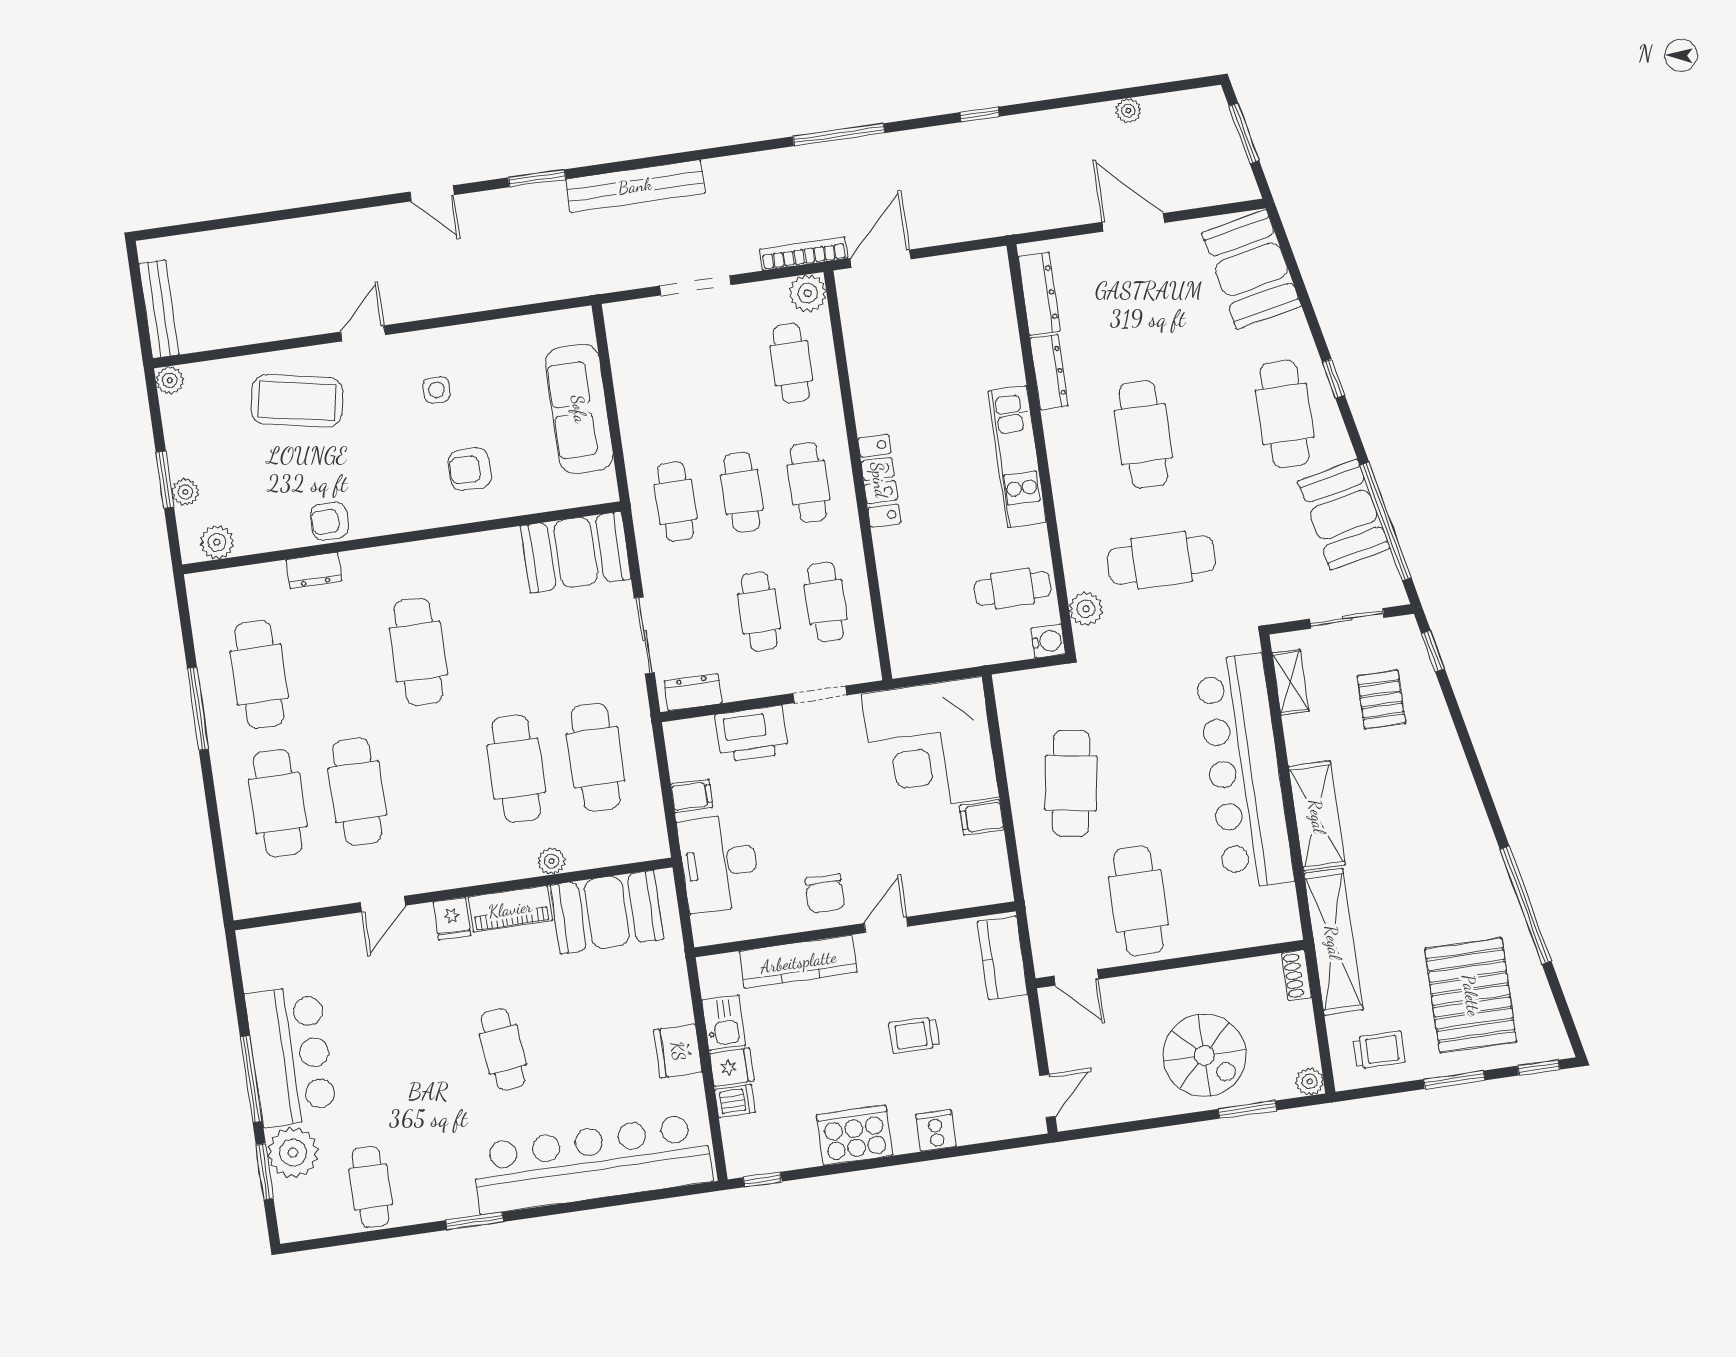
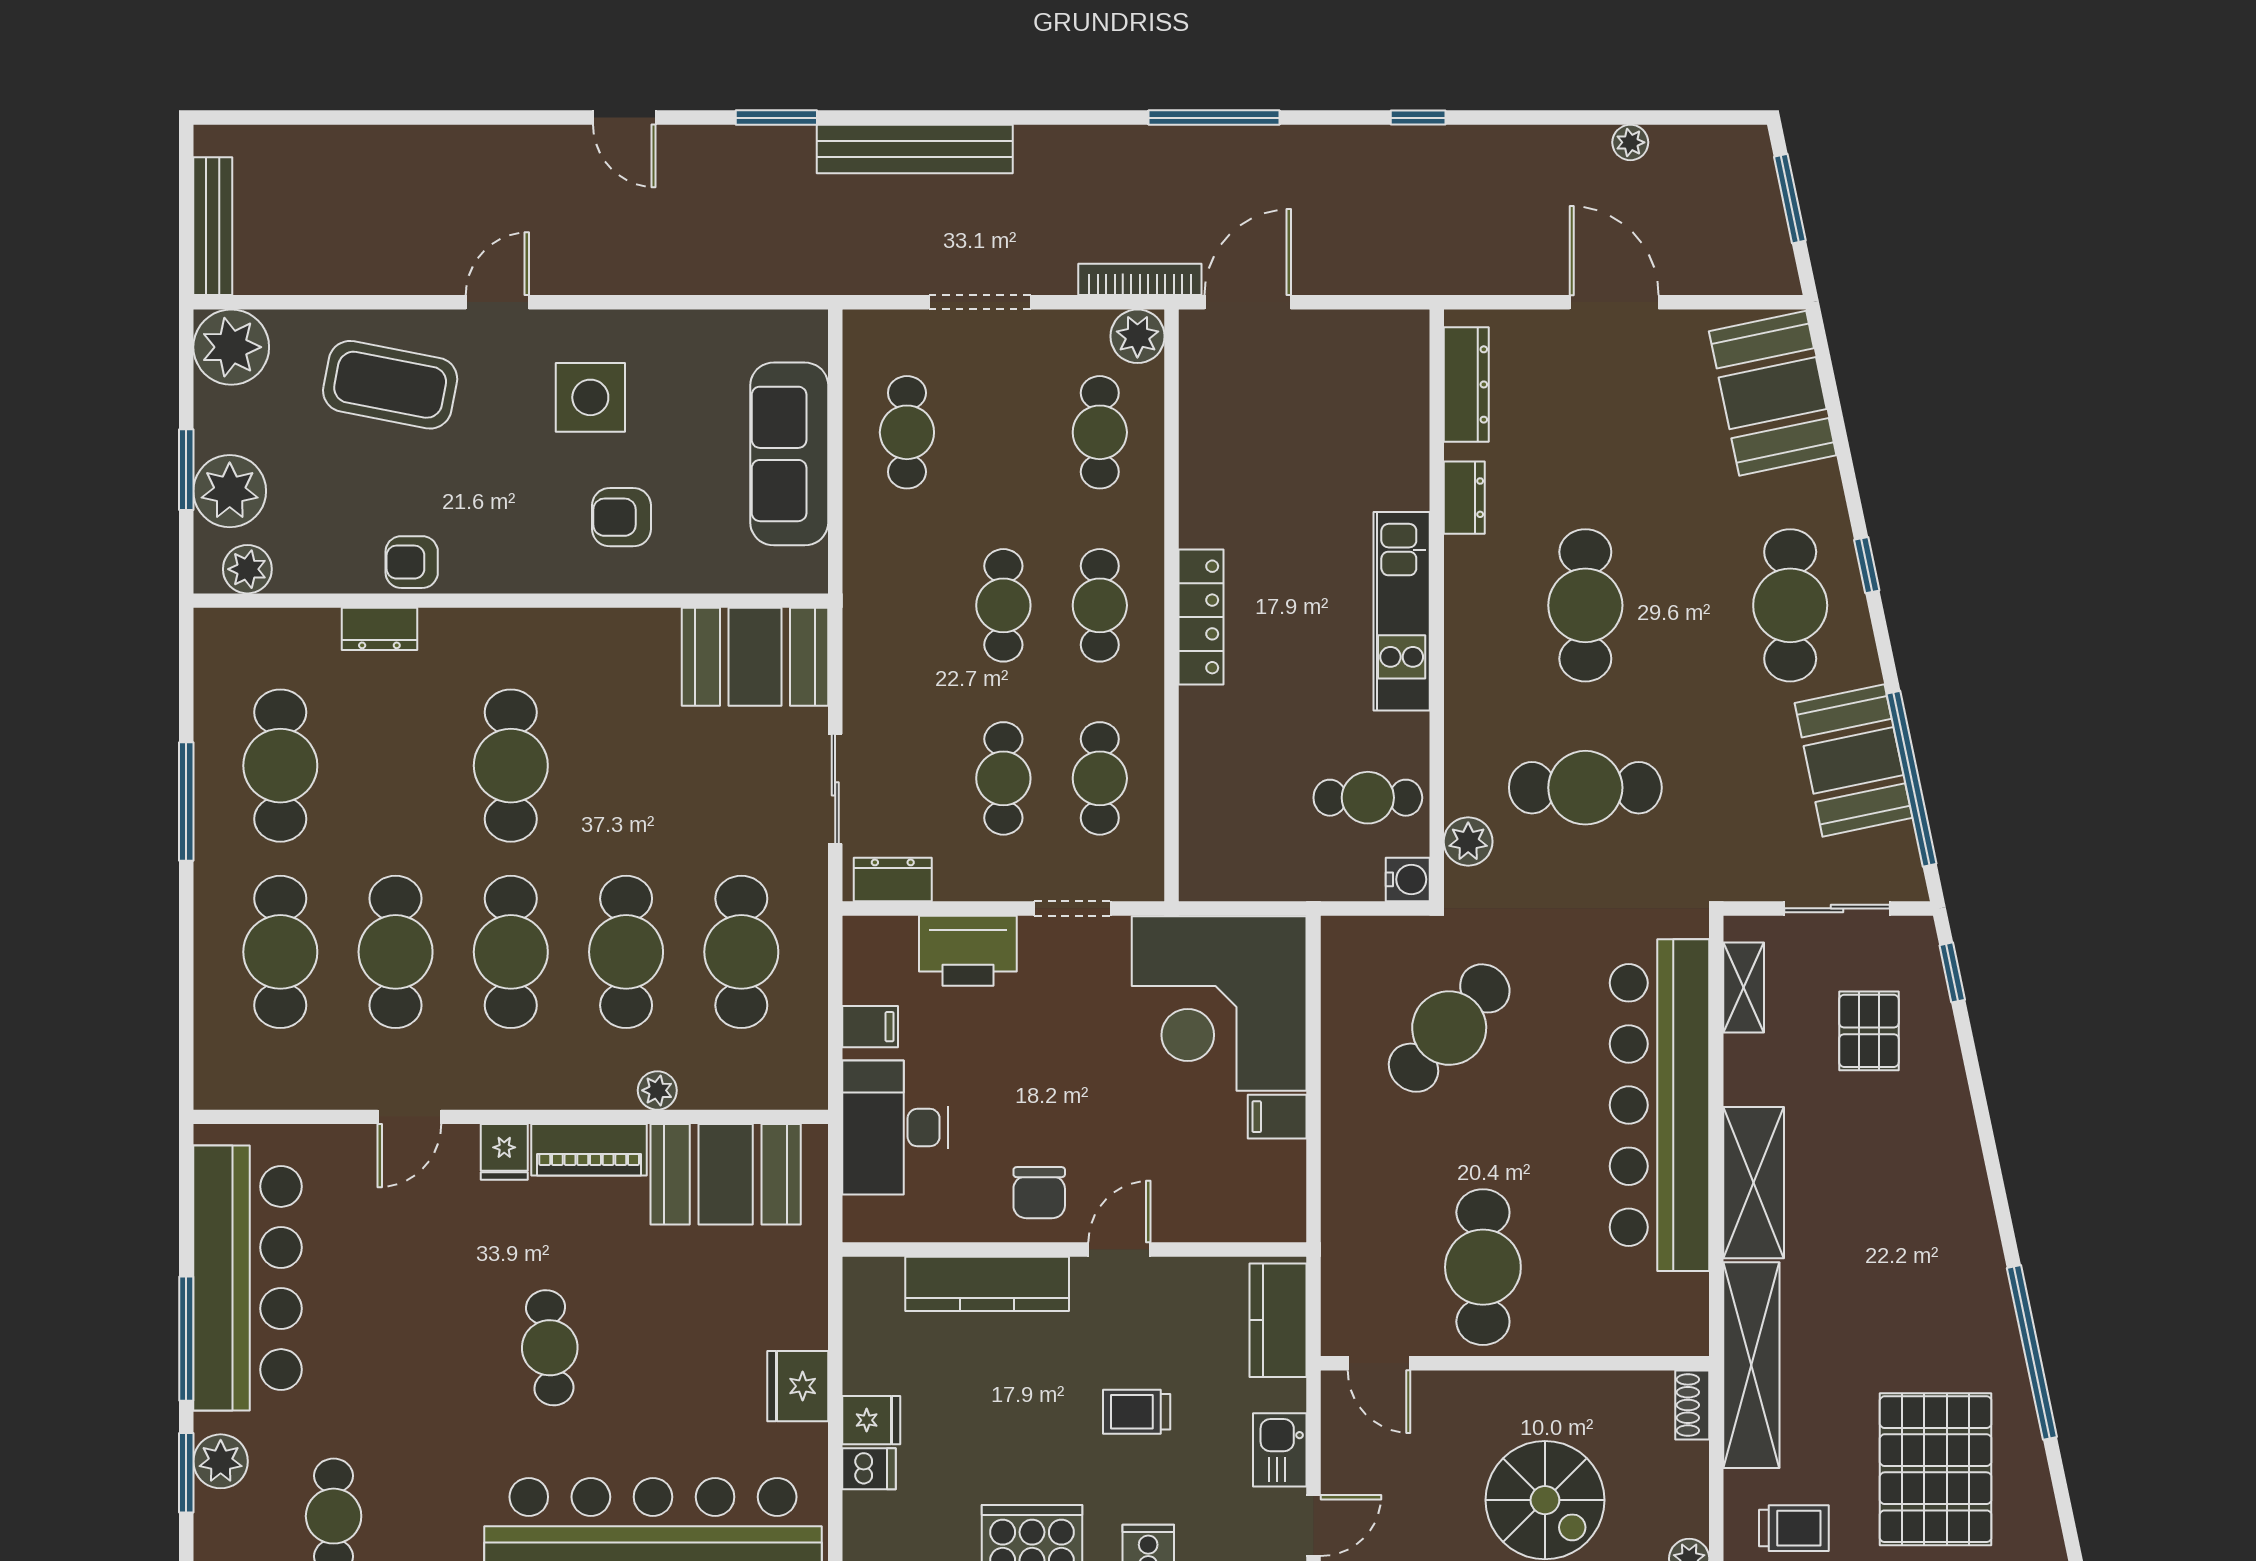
dresser: (1049, 372) -> (1464, 498), width x0.70
plant: (170, 380) -> (231, 347), width x1.87, depth x1.87
side table: (436, 390) -> (590, 397), width x1.87, depth x1.87
plant: (185, 492) -> (230, 491), width x1.88, depth x1.88
cafe table: (675, 502) -> (907, 432), moved
cafe table: (437, 780) -> (511, 952), added
cafe table: (1071, 783) -> (1449, 1028), moved, turned 33
kitchen sink: (724, 1023) -> (1280, 1450), moved, turned 180
bar counter: (291, 1056) -> (248, 1278), width x1.36
plant: (293, 1153) -> (221, 1461), width x0.73, depth x0.73

